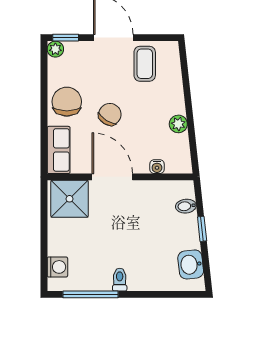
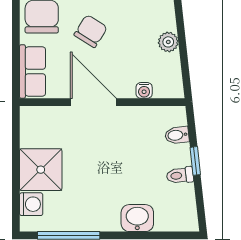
shower: (70, 199) -> (41, 170), moved
washbasin: (191, 264) -> (137, 218), moved, turned 96
toilet: (120, 280) -> (180, 175), moved, turned -96

